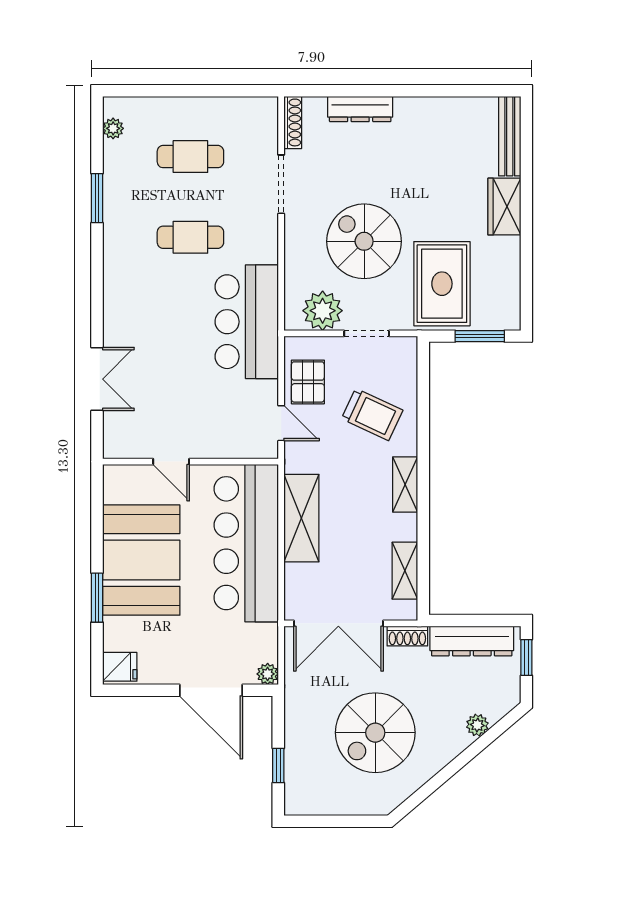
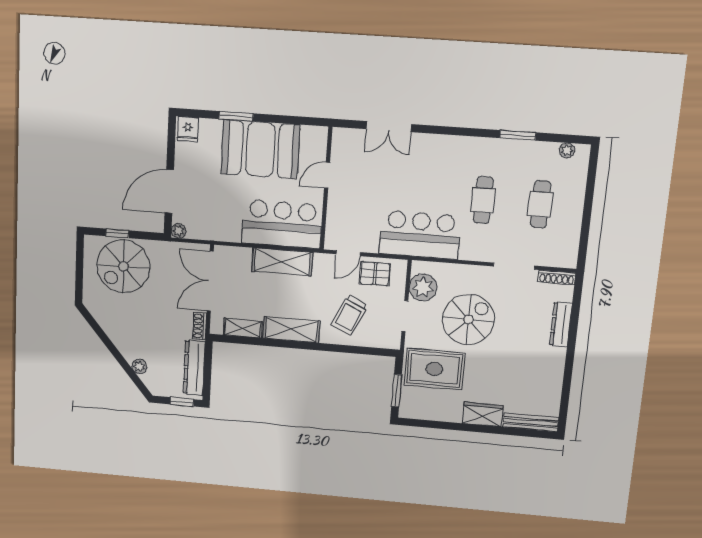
shelving: (405, 484) -> (291, 330), width x1.50, depth x1.33
bar counter: (246, 543) -> (282, 224), width x0.73
spiral stairs: (375, 733) -> (123, 266), moved, turned -90

